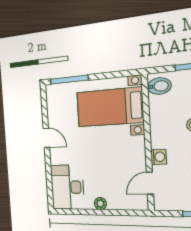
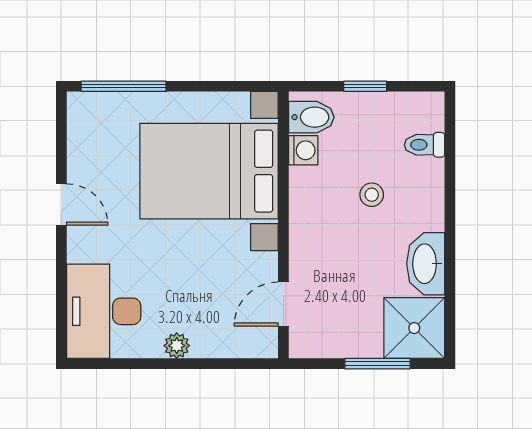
bed with nightstands: (110, 107) -> (209, 171), width x1.36
washing machine: (159, 157) -> (303, 150), moved

